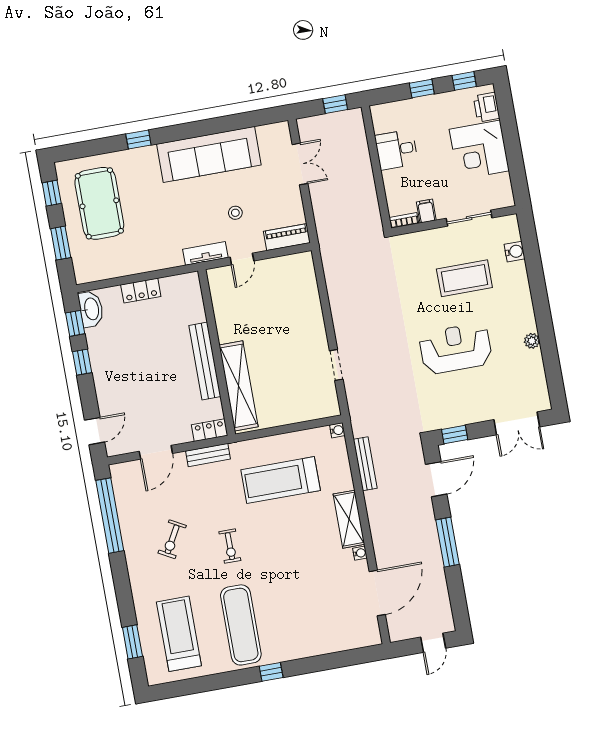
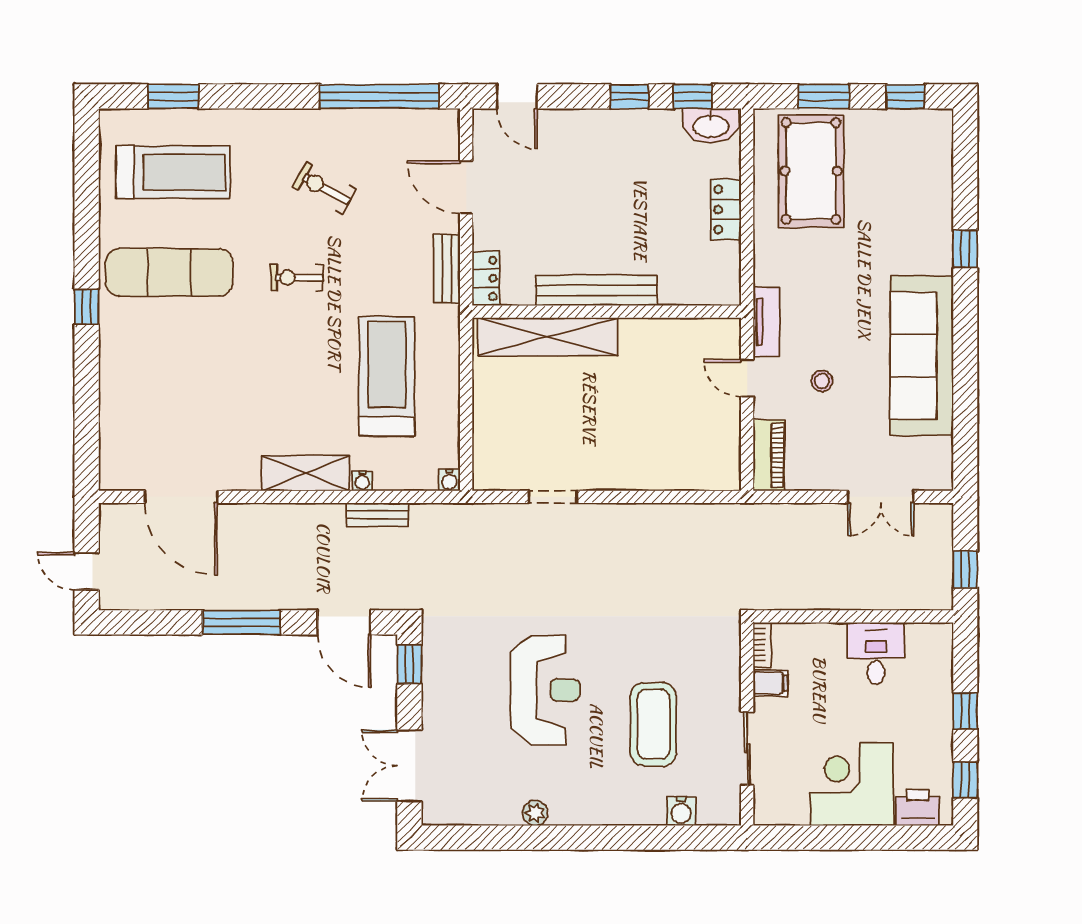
pool table: (99, 203) -> (811, 171), moved, turned 90
bench: (365, 464) -> (377, 515), width x0.73
water cooler: (360, 553) -> (362, 481), moved

